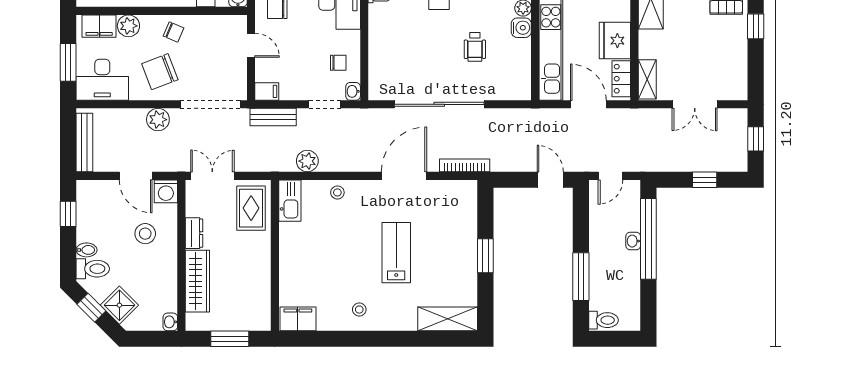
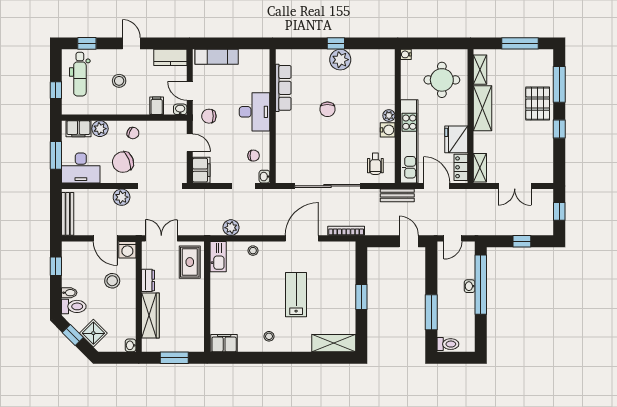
wheelchair: (475, 47) -> (375, 164), moved
filing cabinet: (267, 91) -> (201, 170), width x2.00
bench: (273, 117) -> (397, 195), moved

